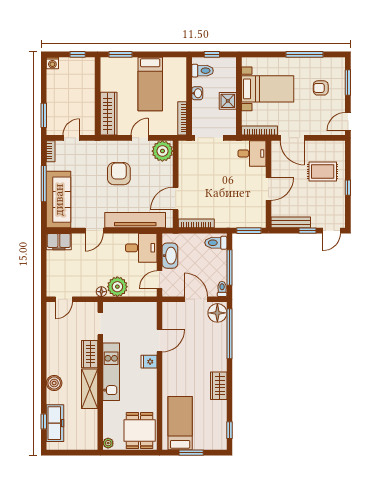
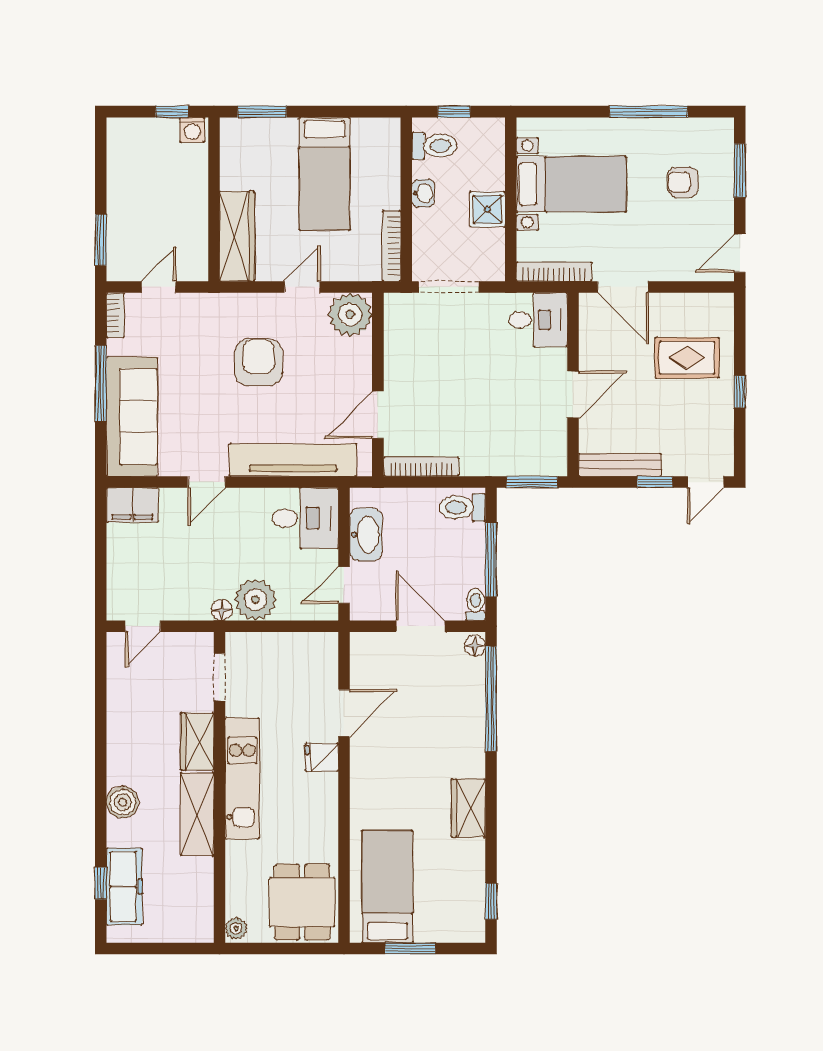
washing machine: (52, 63) -> (192, 130), moved
floor lamp: (217, 313) -> (475, 646), width x0.53, depth x0.53

